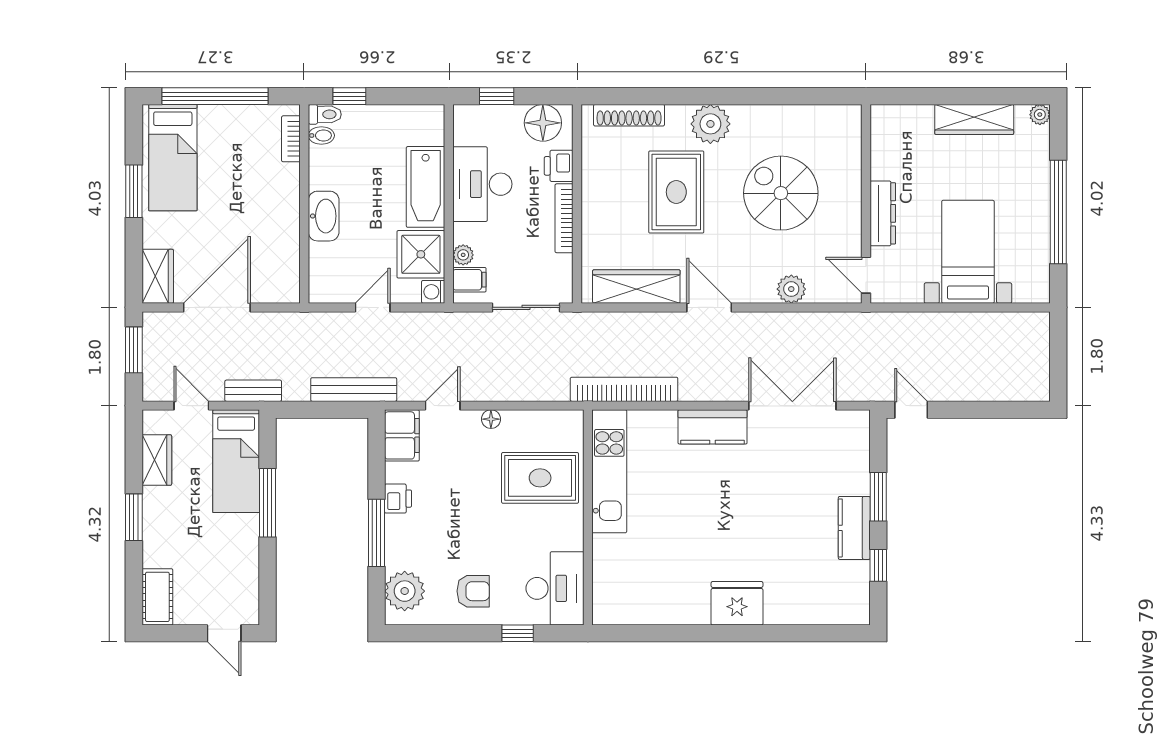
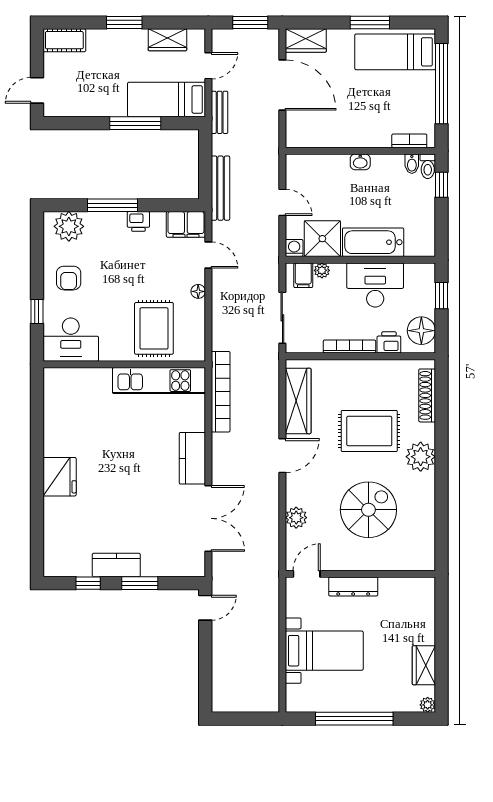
wardrobe: (974, 119) -> (424, 665), width x0.67
washbasin: (324, 216) -> (360, 162), width x0.52, depth x0.69

